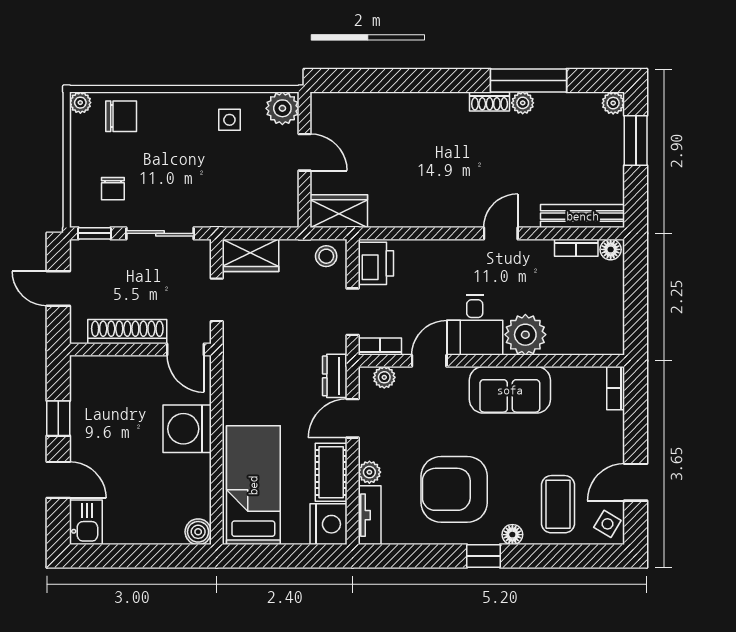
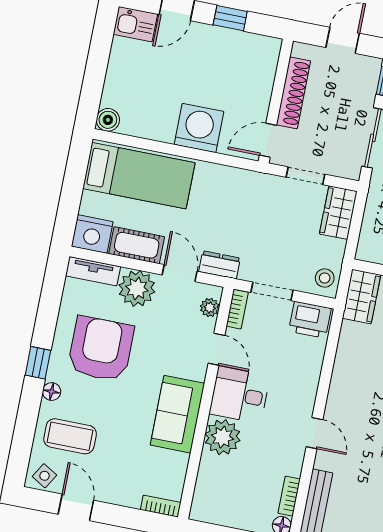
plant: (369, 472) -> (137, 288), width x1.88, depth x1.88

